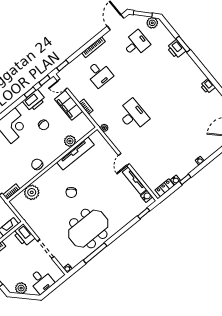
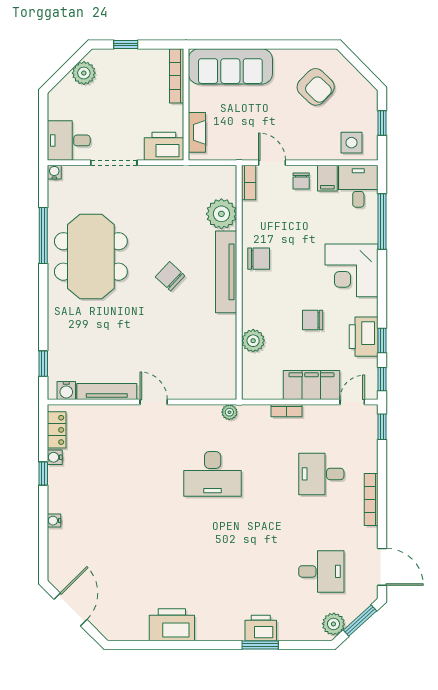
desk: (136, 44) -> (321, 571), turned -90
printer: (208, 86) -> (172, 625), width x1.87, depth x1.48
tv unit: (75, 154) -> (226, 272), moved
desk: (41, 281) -> (69, 140), moved

